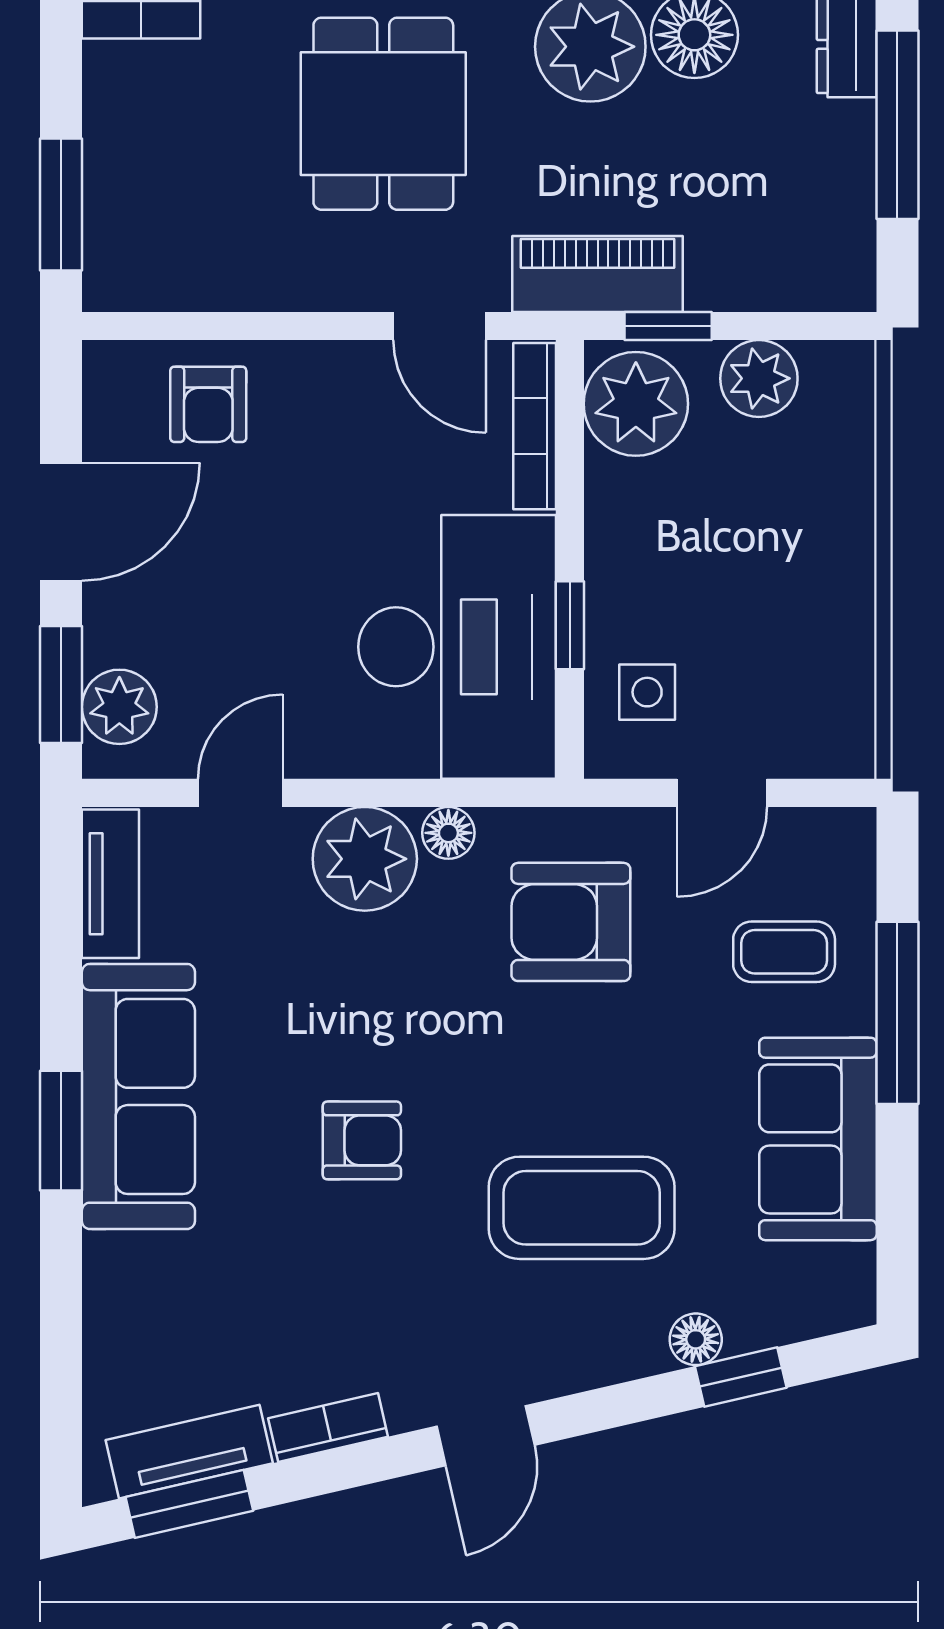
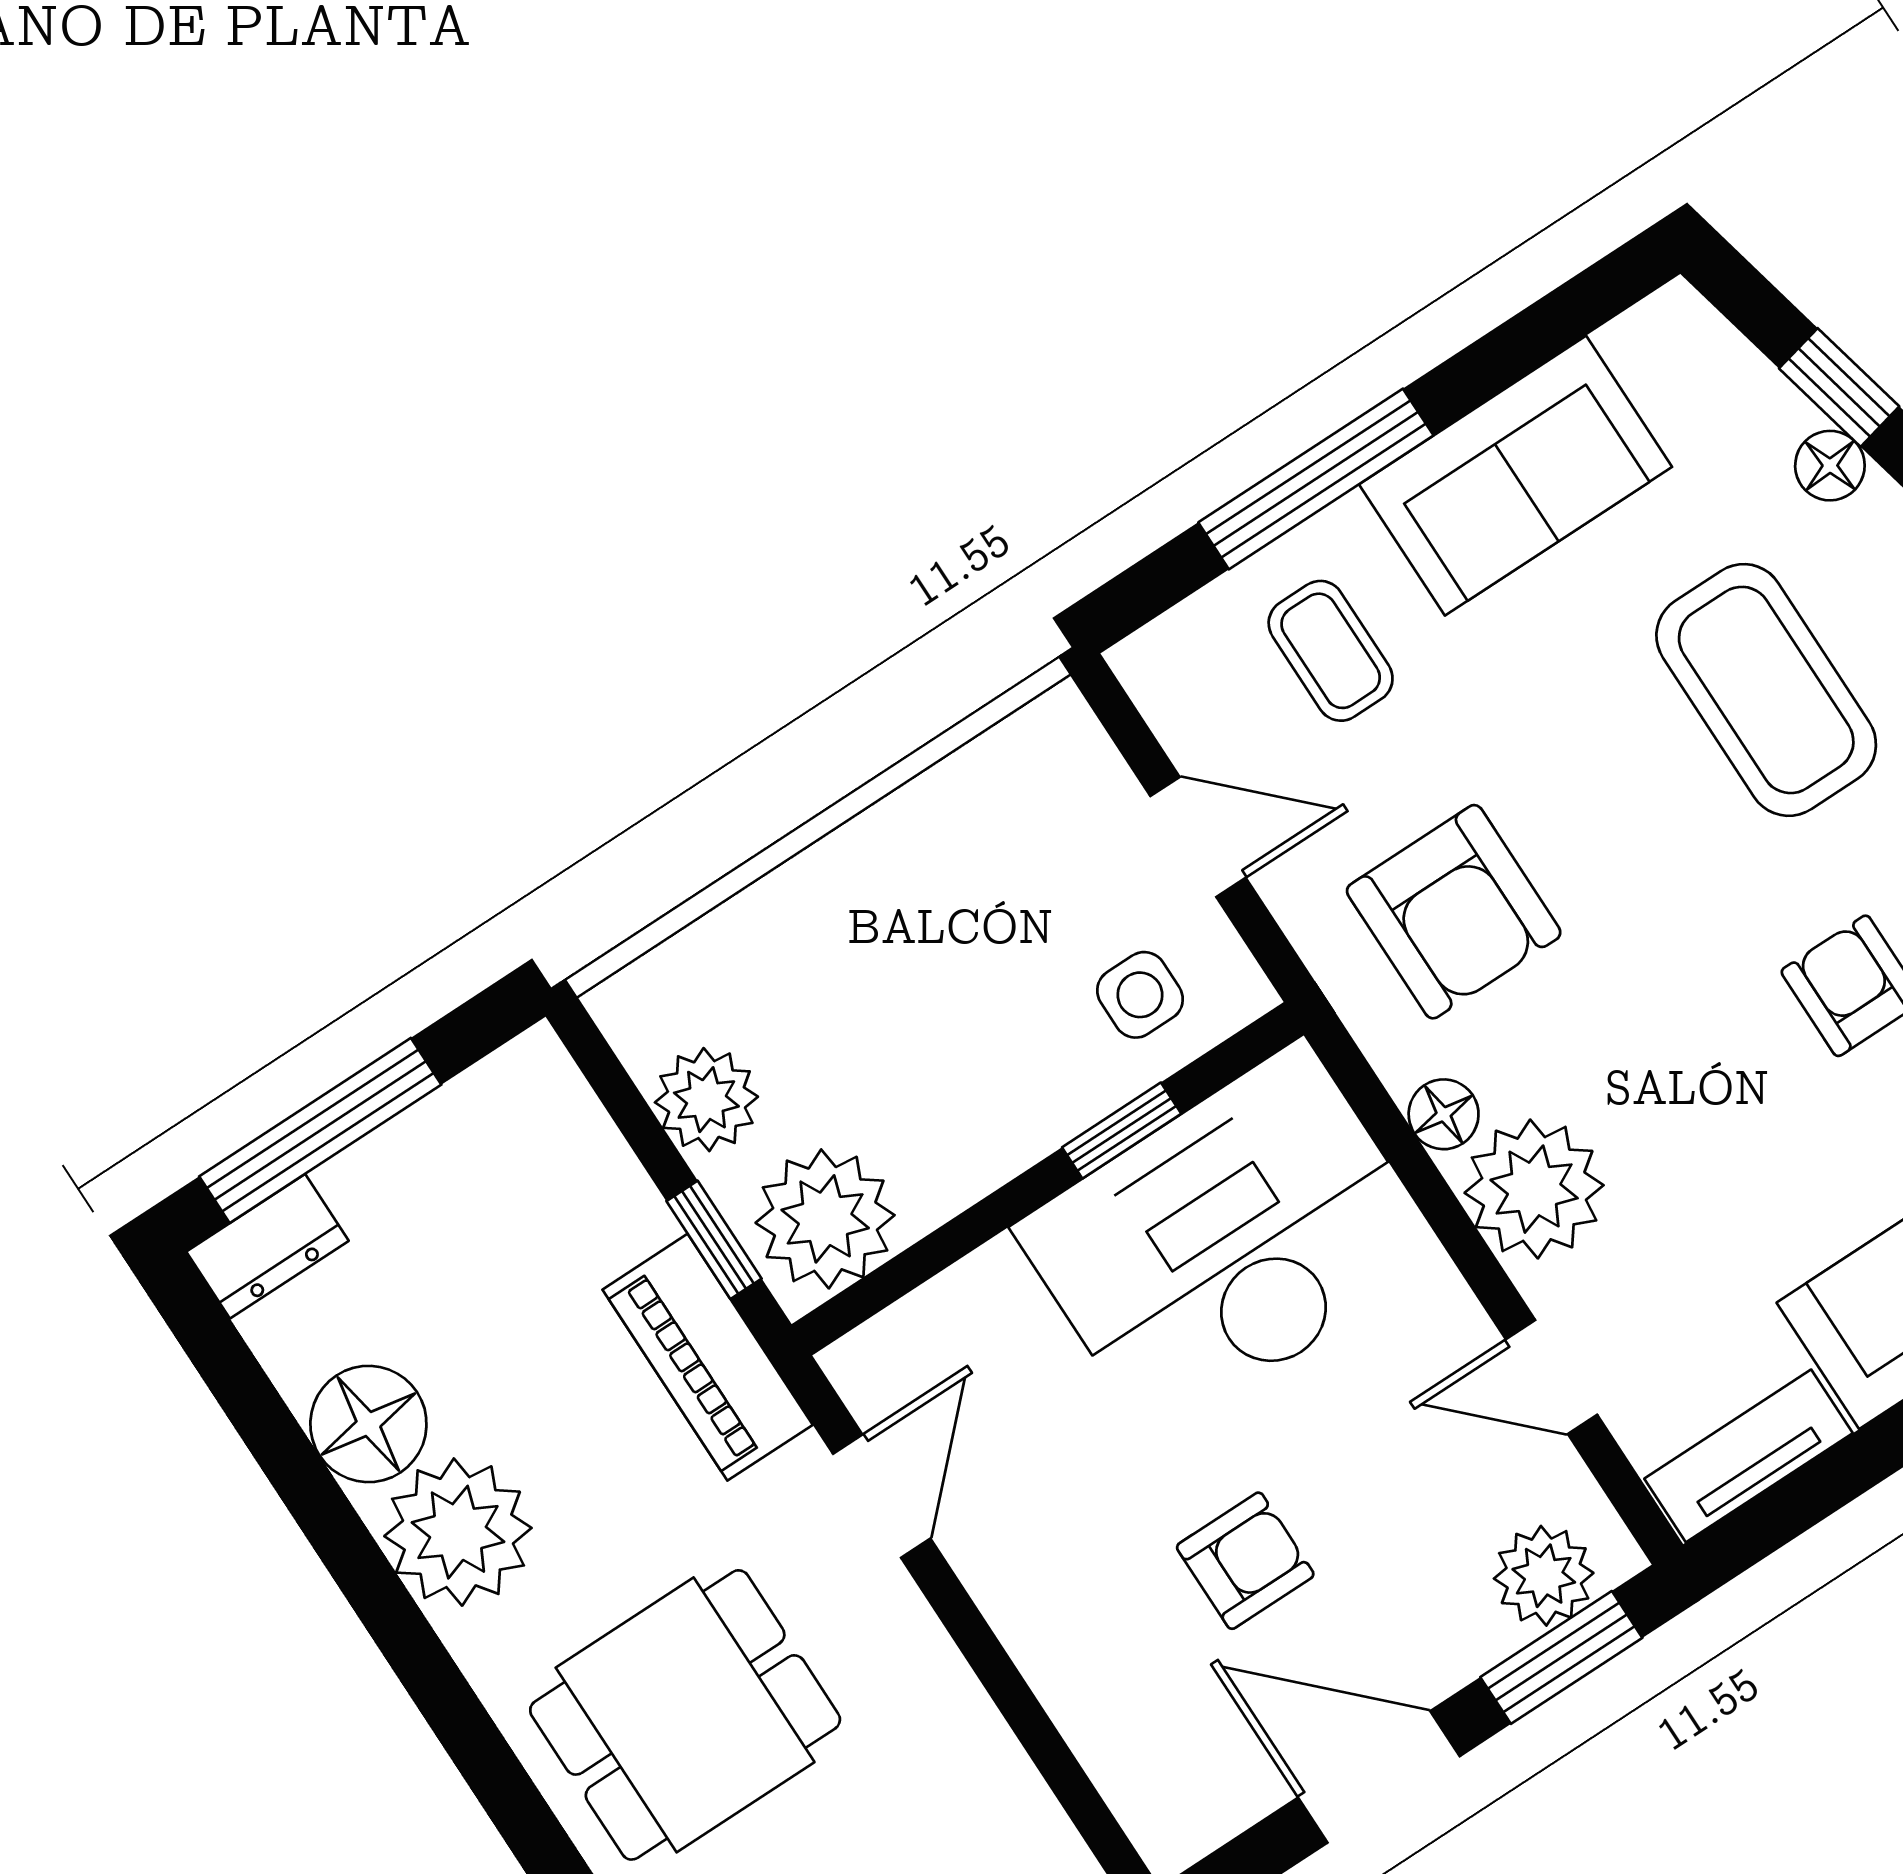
armchair: (208, 404) -> (1245, 1561), moved
bookcase: (535, 426) -> (924, 1316), removed

